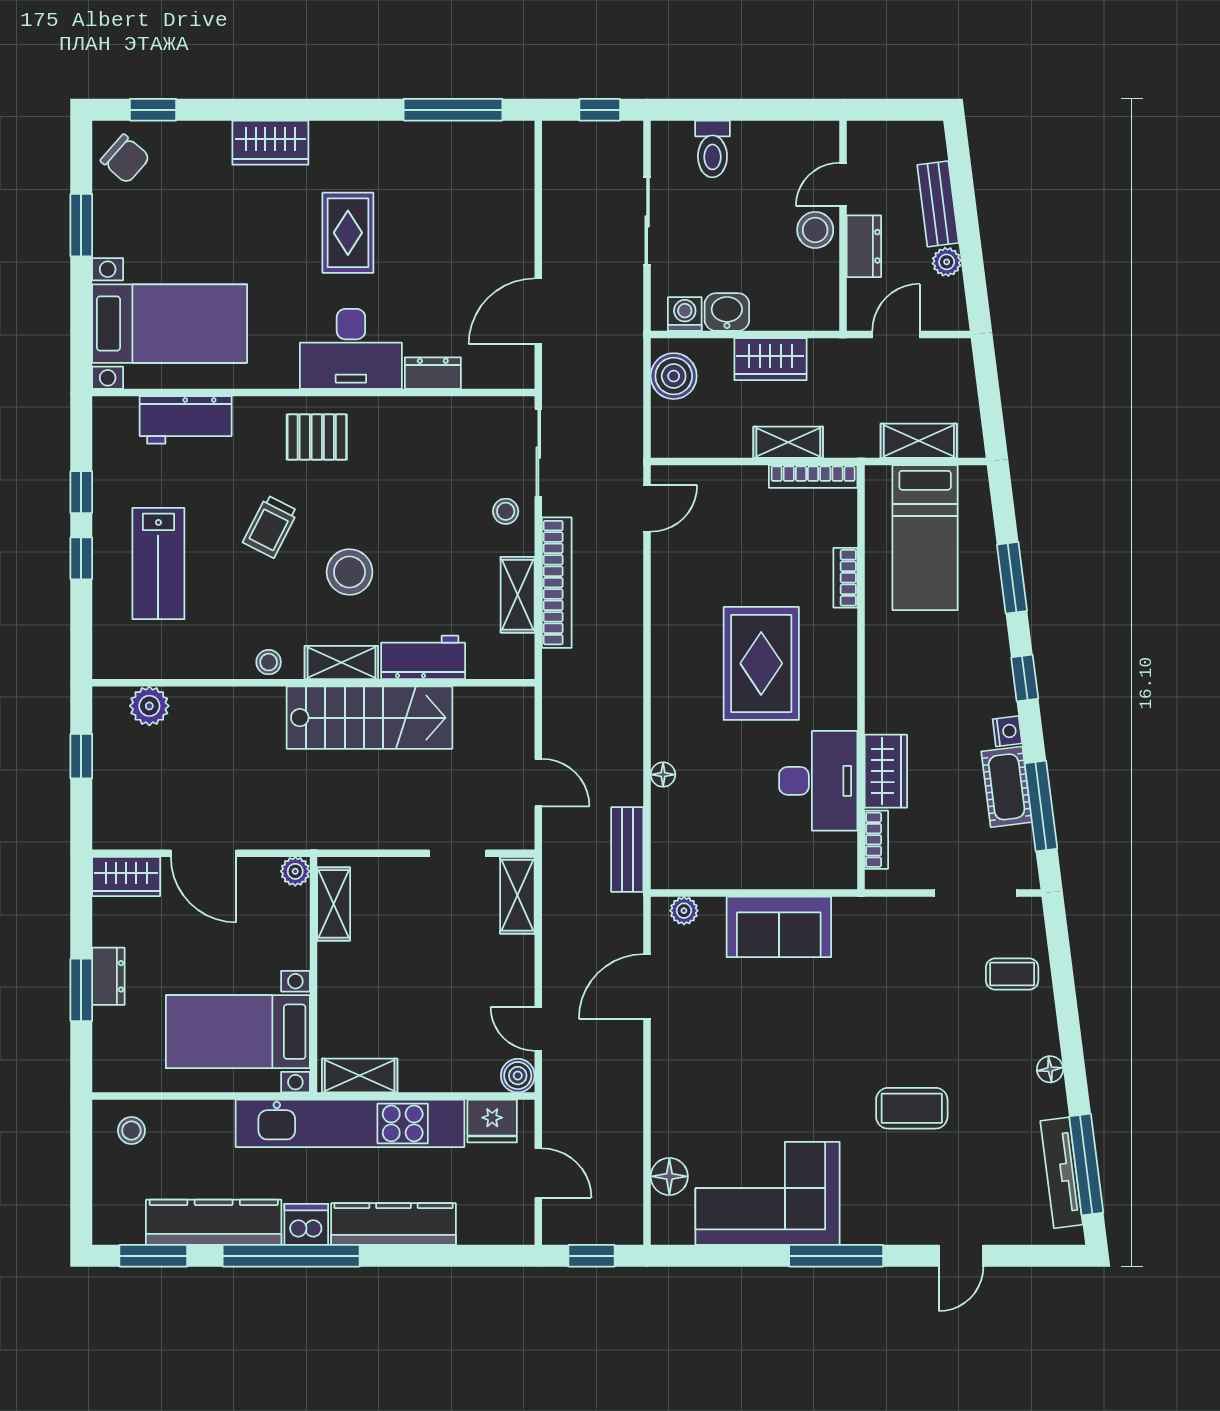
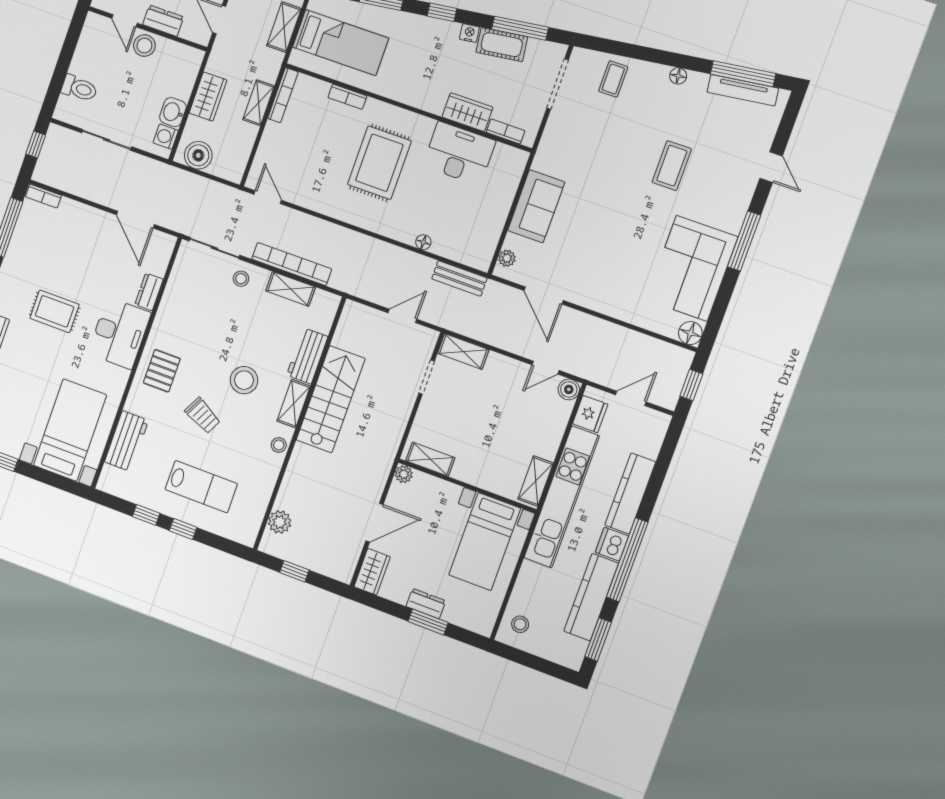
bookcase: (523, 151) -> (43, 196), added
rug: (761, 663) -> (379, 163), turned 90
floor lamp: (669, 1176) -> (690, 333), moved

